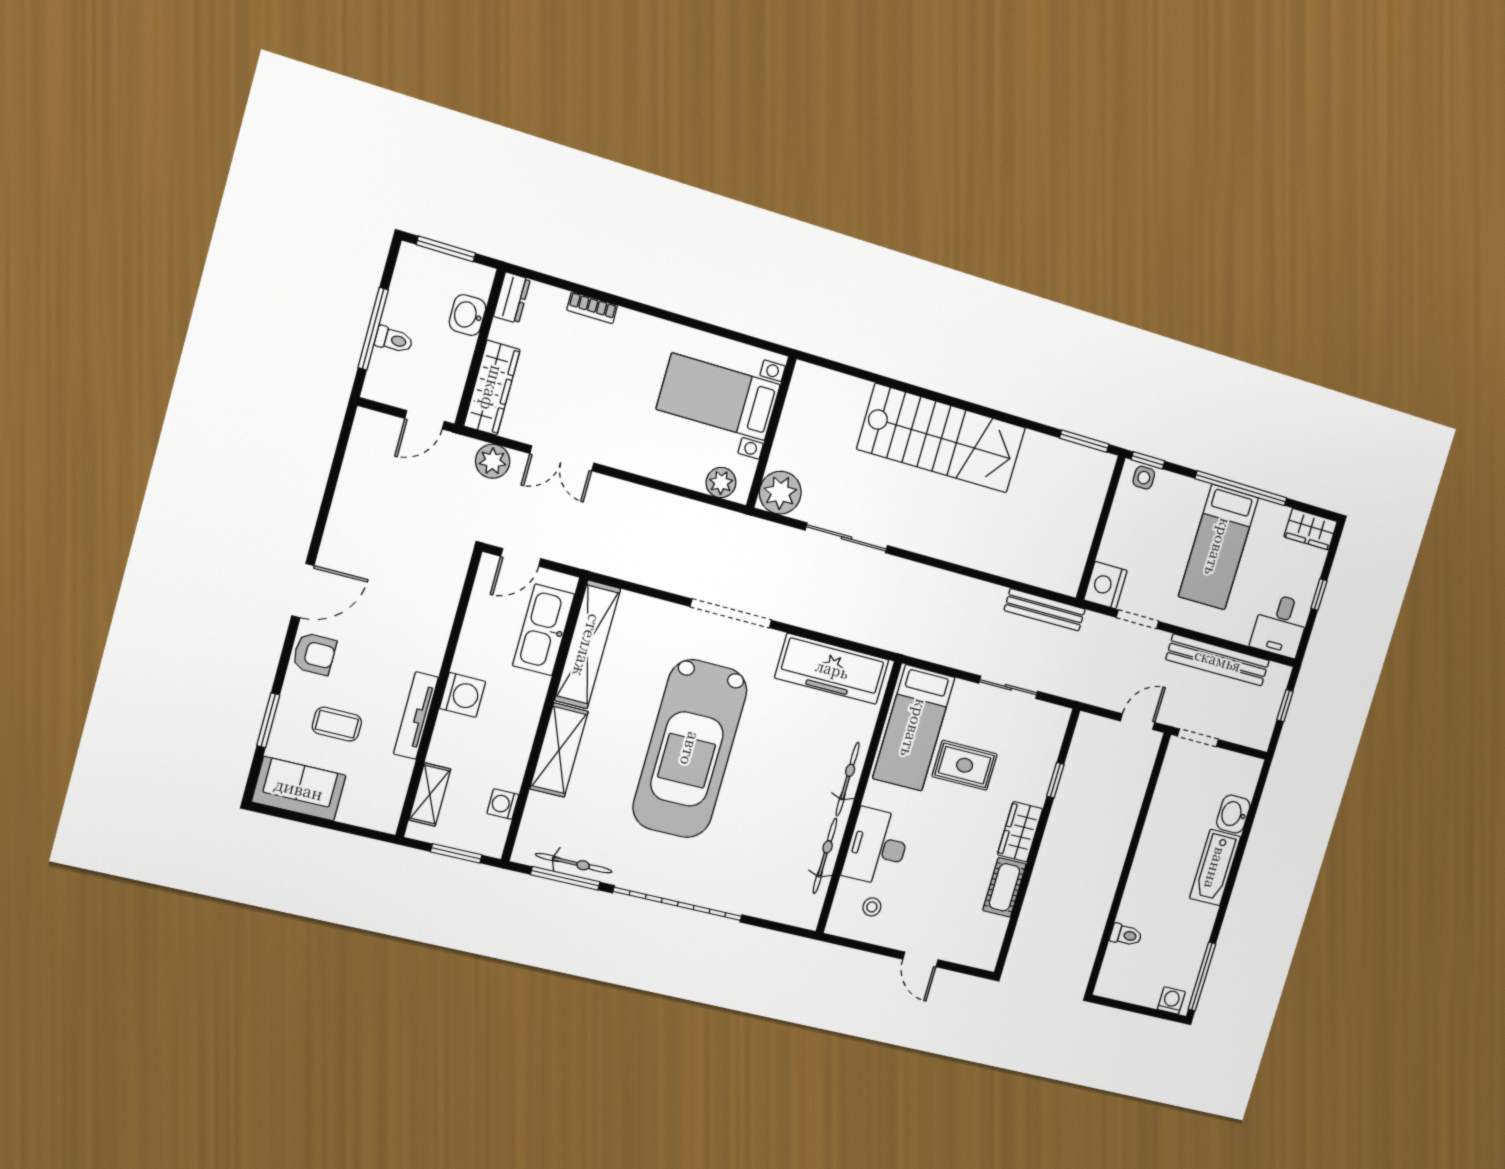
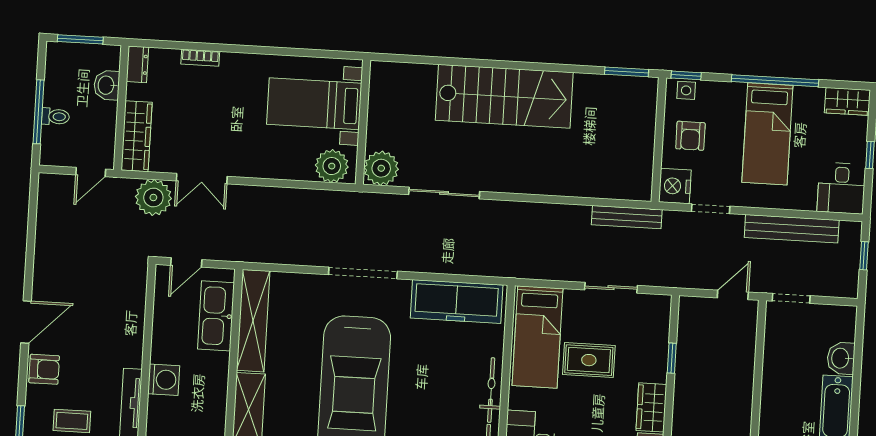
plant: (493, 461) -> (153, 198), width x1.36, depth x1.36
plant: (721, 483) -> (332, 166), width x1.36, depth x1.36
armchair: (1136, 531) -> (690, 136), added

